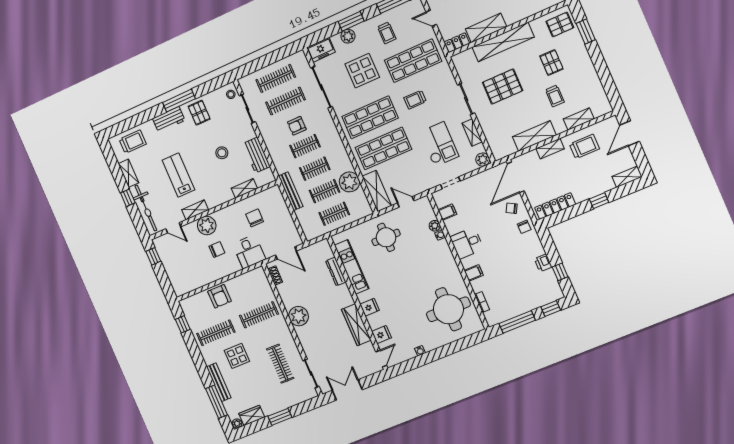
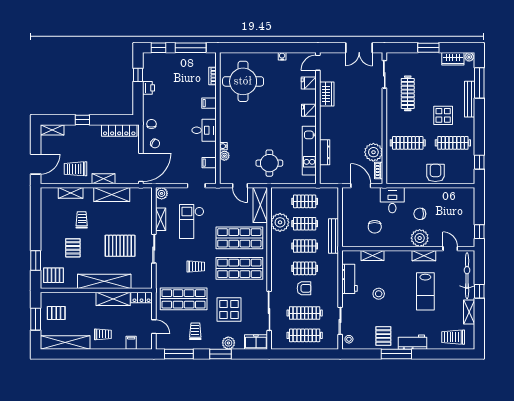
plant: (299, 316) -> (373, 152), moved
wardrobe: (356, 325) -> (327, 94), width x0.67

